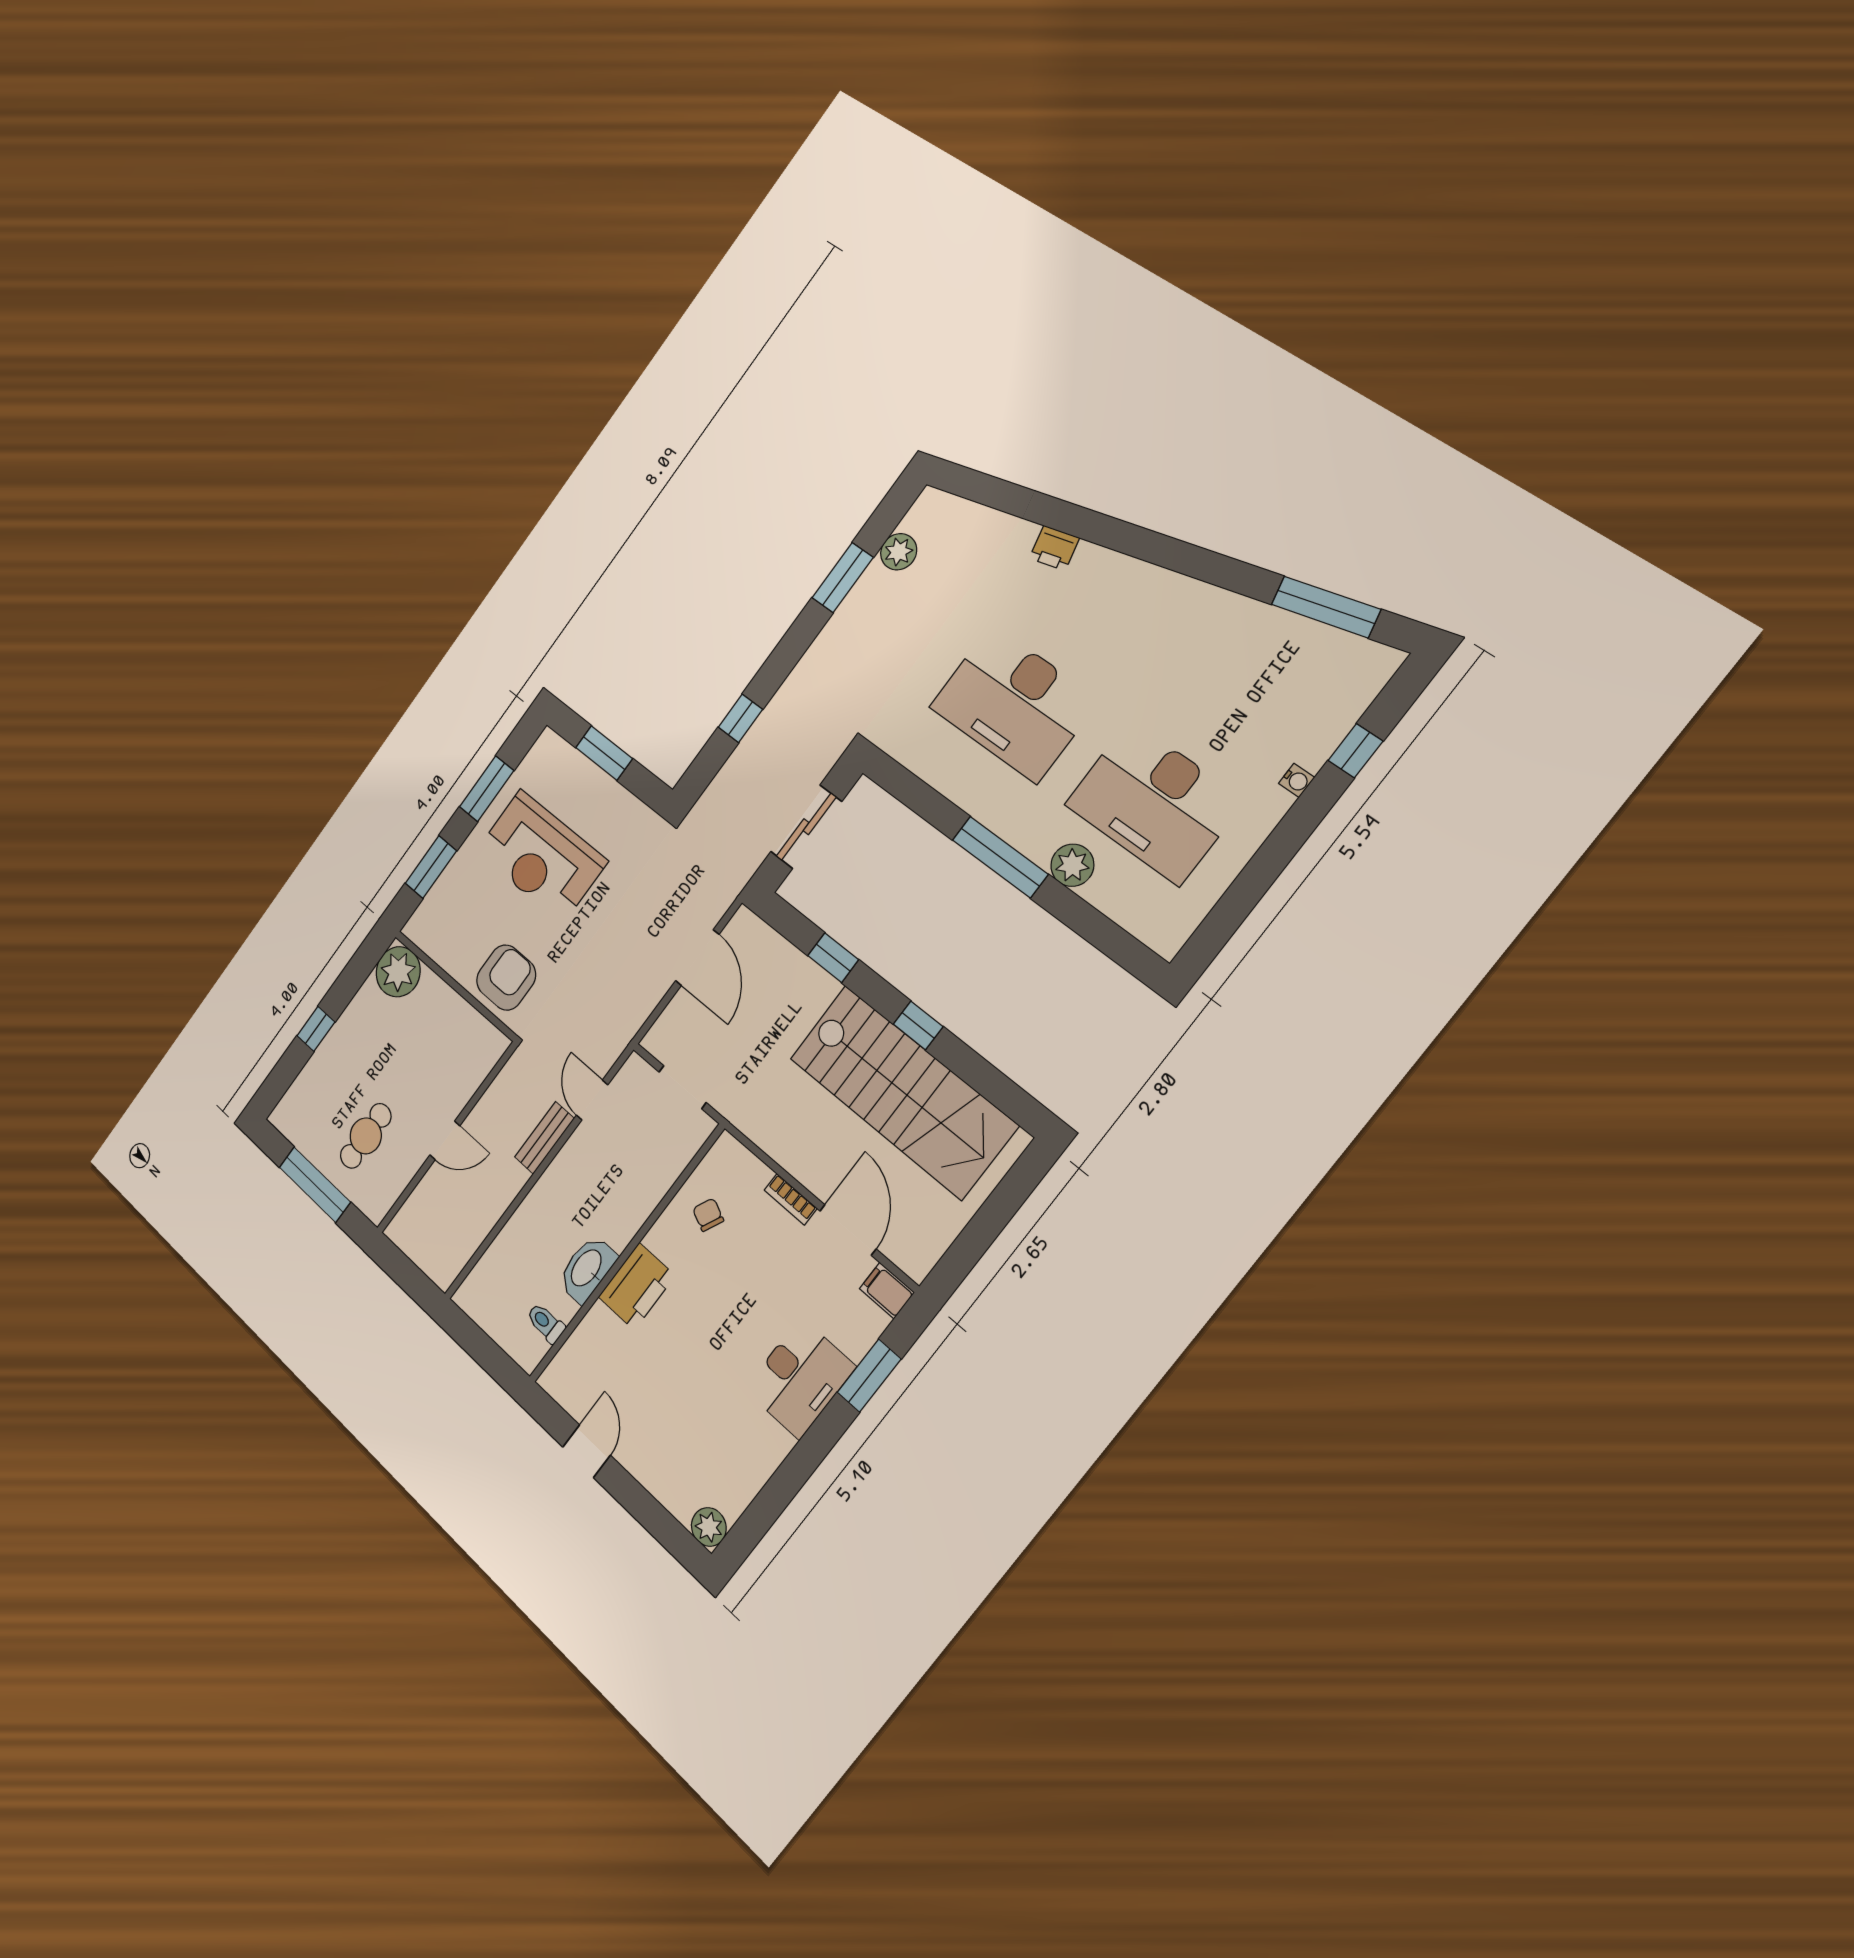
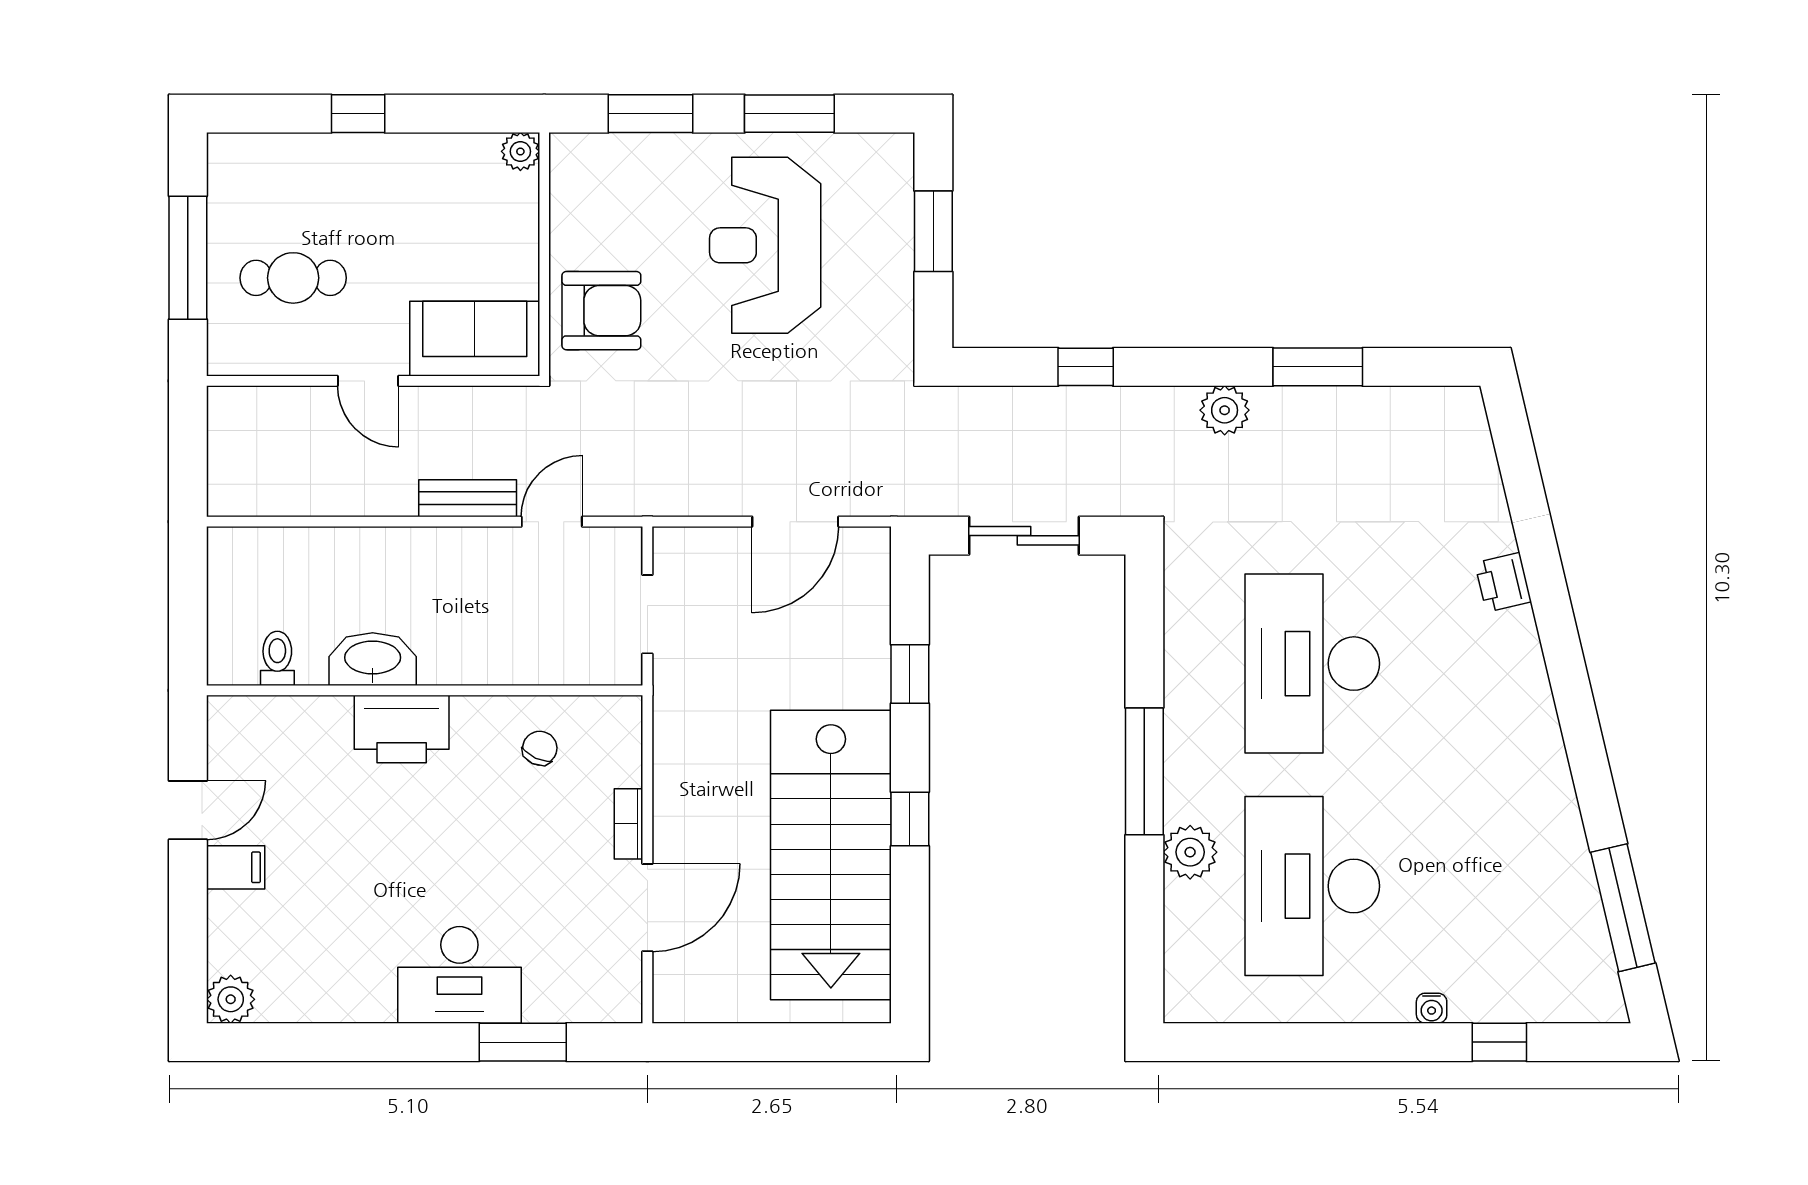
plant: (899, 552) -> (1225, 410), moved
plant: (398, 972) -> (520, 151), width x0.53, depth x0.53
sofa: (468, 1062) -> (475, 339), added
filing cabinet: (887, 1291) -> (236, 867), moved, turned 90

